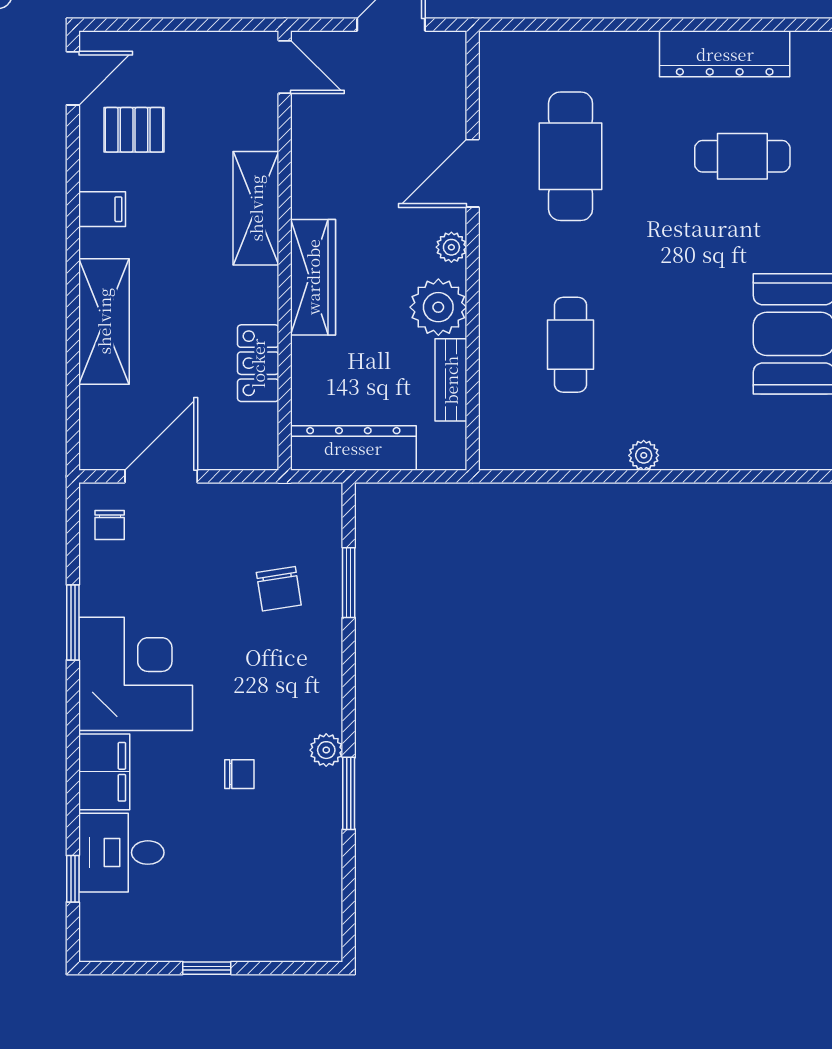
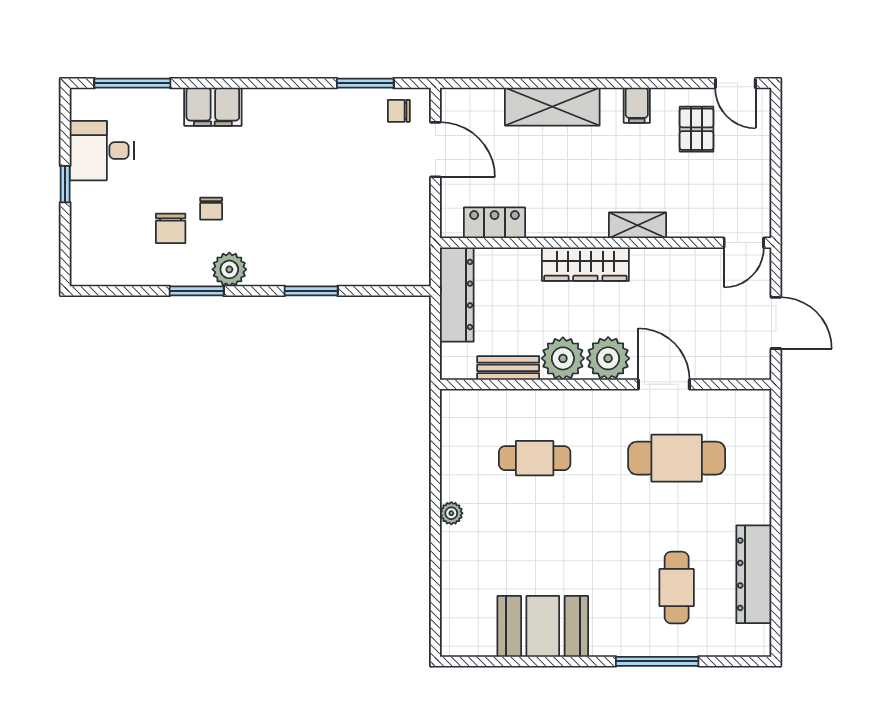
shelving: (256, 208) -> (637, 225), width x0.67, depth x0.75
plant: (451, 247) -> (608, 358), width x1.87, depth x1.87
locker: (258, 363) -> (495, 223), moved
window: (349, 583) -> (311, 291), moved
chair: (279, 589) -> (171, 228), moved, turned -81
window: (73, 622) -> (365, 83), moved
corner desk: (136, 674) -> (287, 130), removed
plant: (326, 750) -> (229, 269), width x1.38, depth x1.38
desk: (121, 853) -> (102, 151), moved, turned -90
window: (73, 879) -> (132, 83), width x2.17

